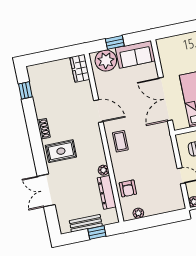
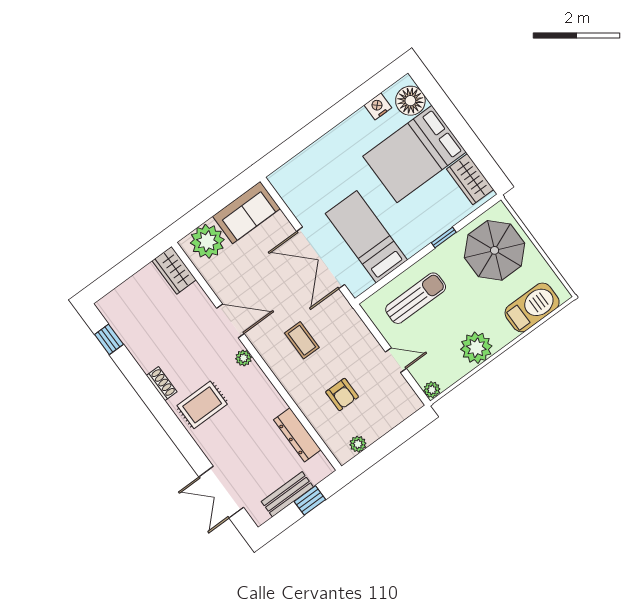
window: (115, 42) -> (208, 209), removed
coffee table: (120, 141) -> (302, 340), moved
plant: (103, 170) -> (244, 358), moved
armchair: (128, 188) -> (342, 394), moved
double door: (46, 190) -> (221, 492), moved

